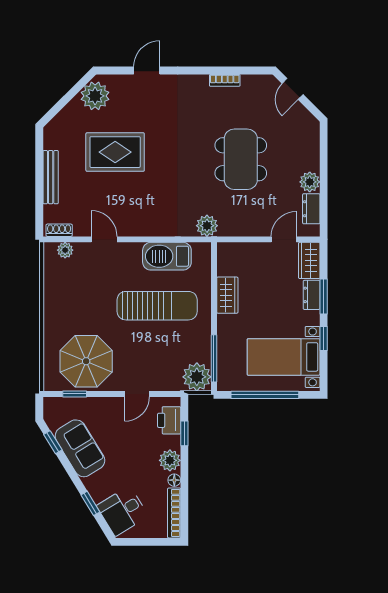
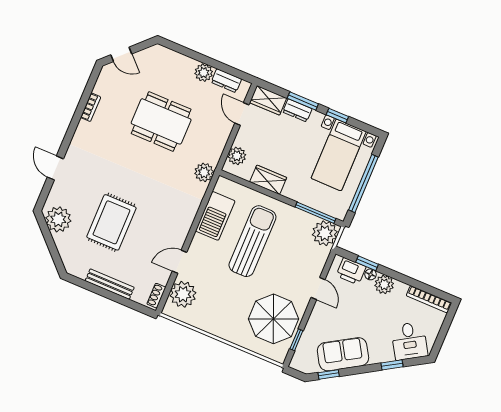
plant: (65, 250) -> (183, 294), width x1.88, depth x1.88
plant: (238, 252) -> (237, 156), added
floor lamp: (174, 480) -> (371, 274), moved

